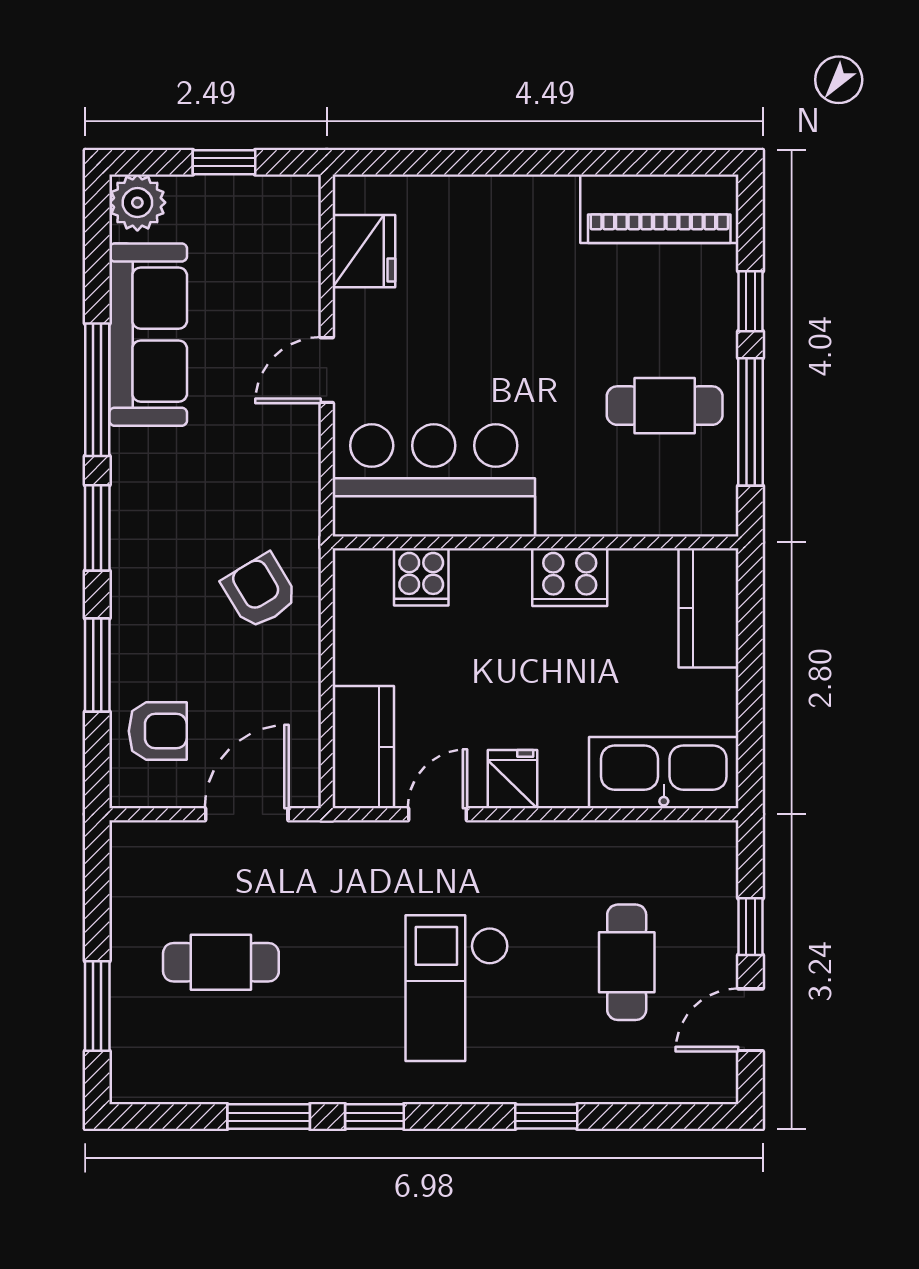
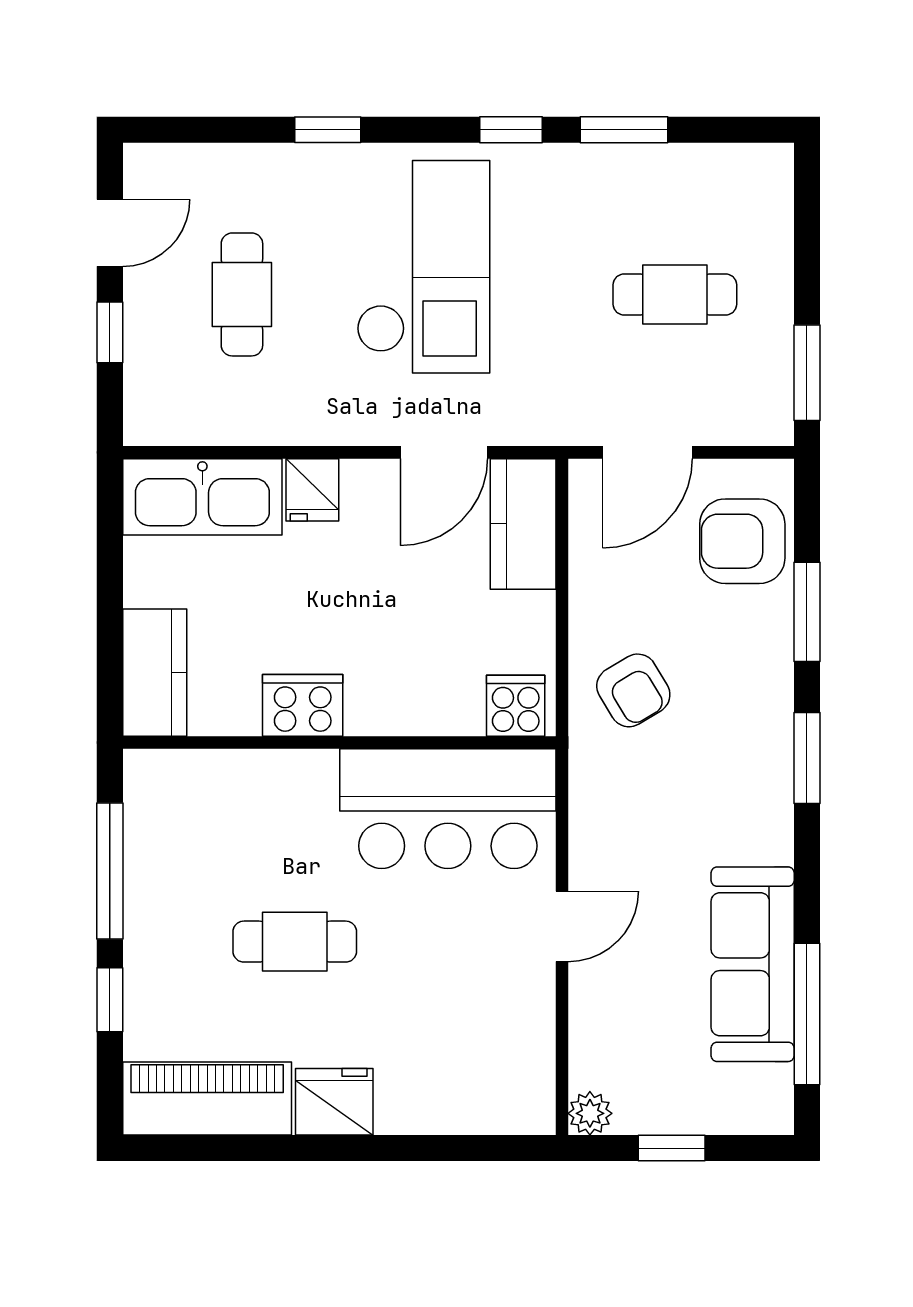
plant: (137, 203) -> (590, 1113), moved, width x0.73, depth x0.73
fridge: (364, 251) -> (334, 1102), moved, turned 90
window: (97, 390) -> (807, 1014), moved
cafe table: (665, 406) -> (295, 942), moved
cooker: (421, 577) -> (516, 706), moved
armchair: (158, 731) -> (742, 541), width x1.38, depth x1.38
fridge: (513, 779) -> (312, 490), moved
door: (437, 814) -> (444, 452), width x1.38
checkout: (457, 988) -> (423, 267), width x1.36, depth x1.21
window: (97, 1006) -> (807, 373), moved

